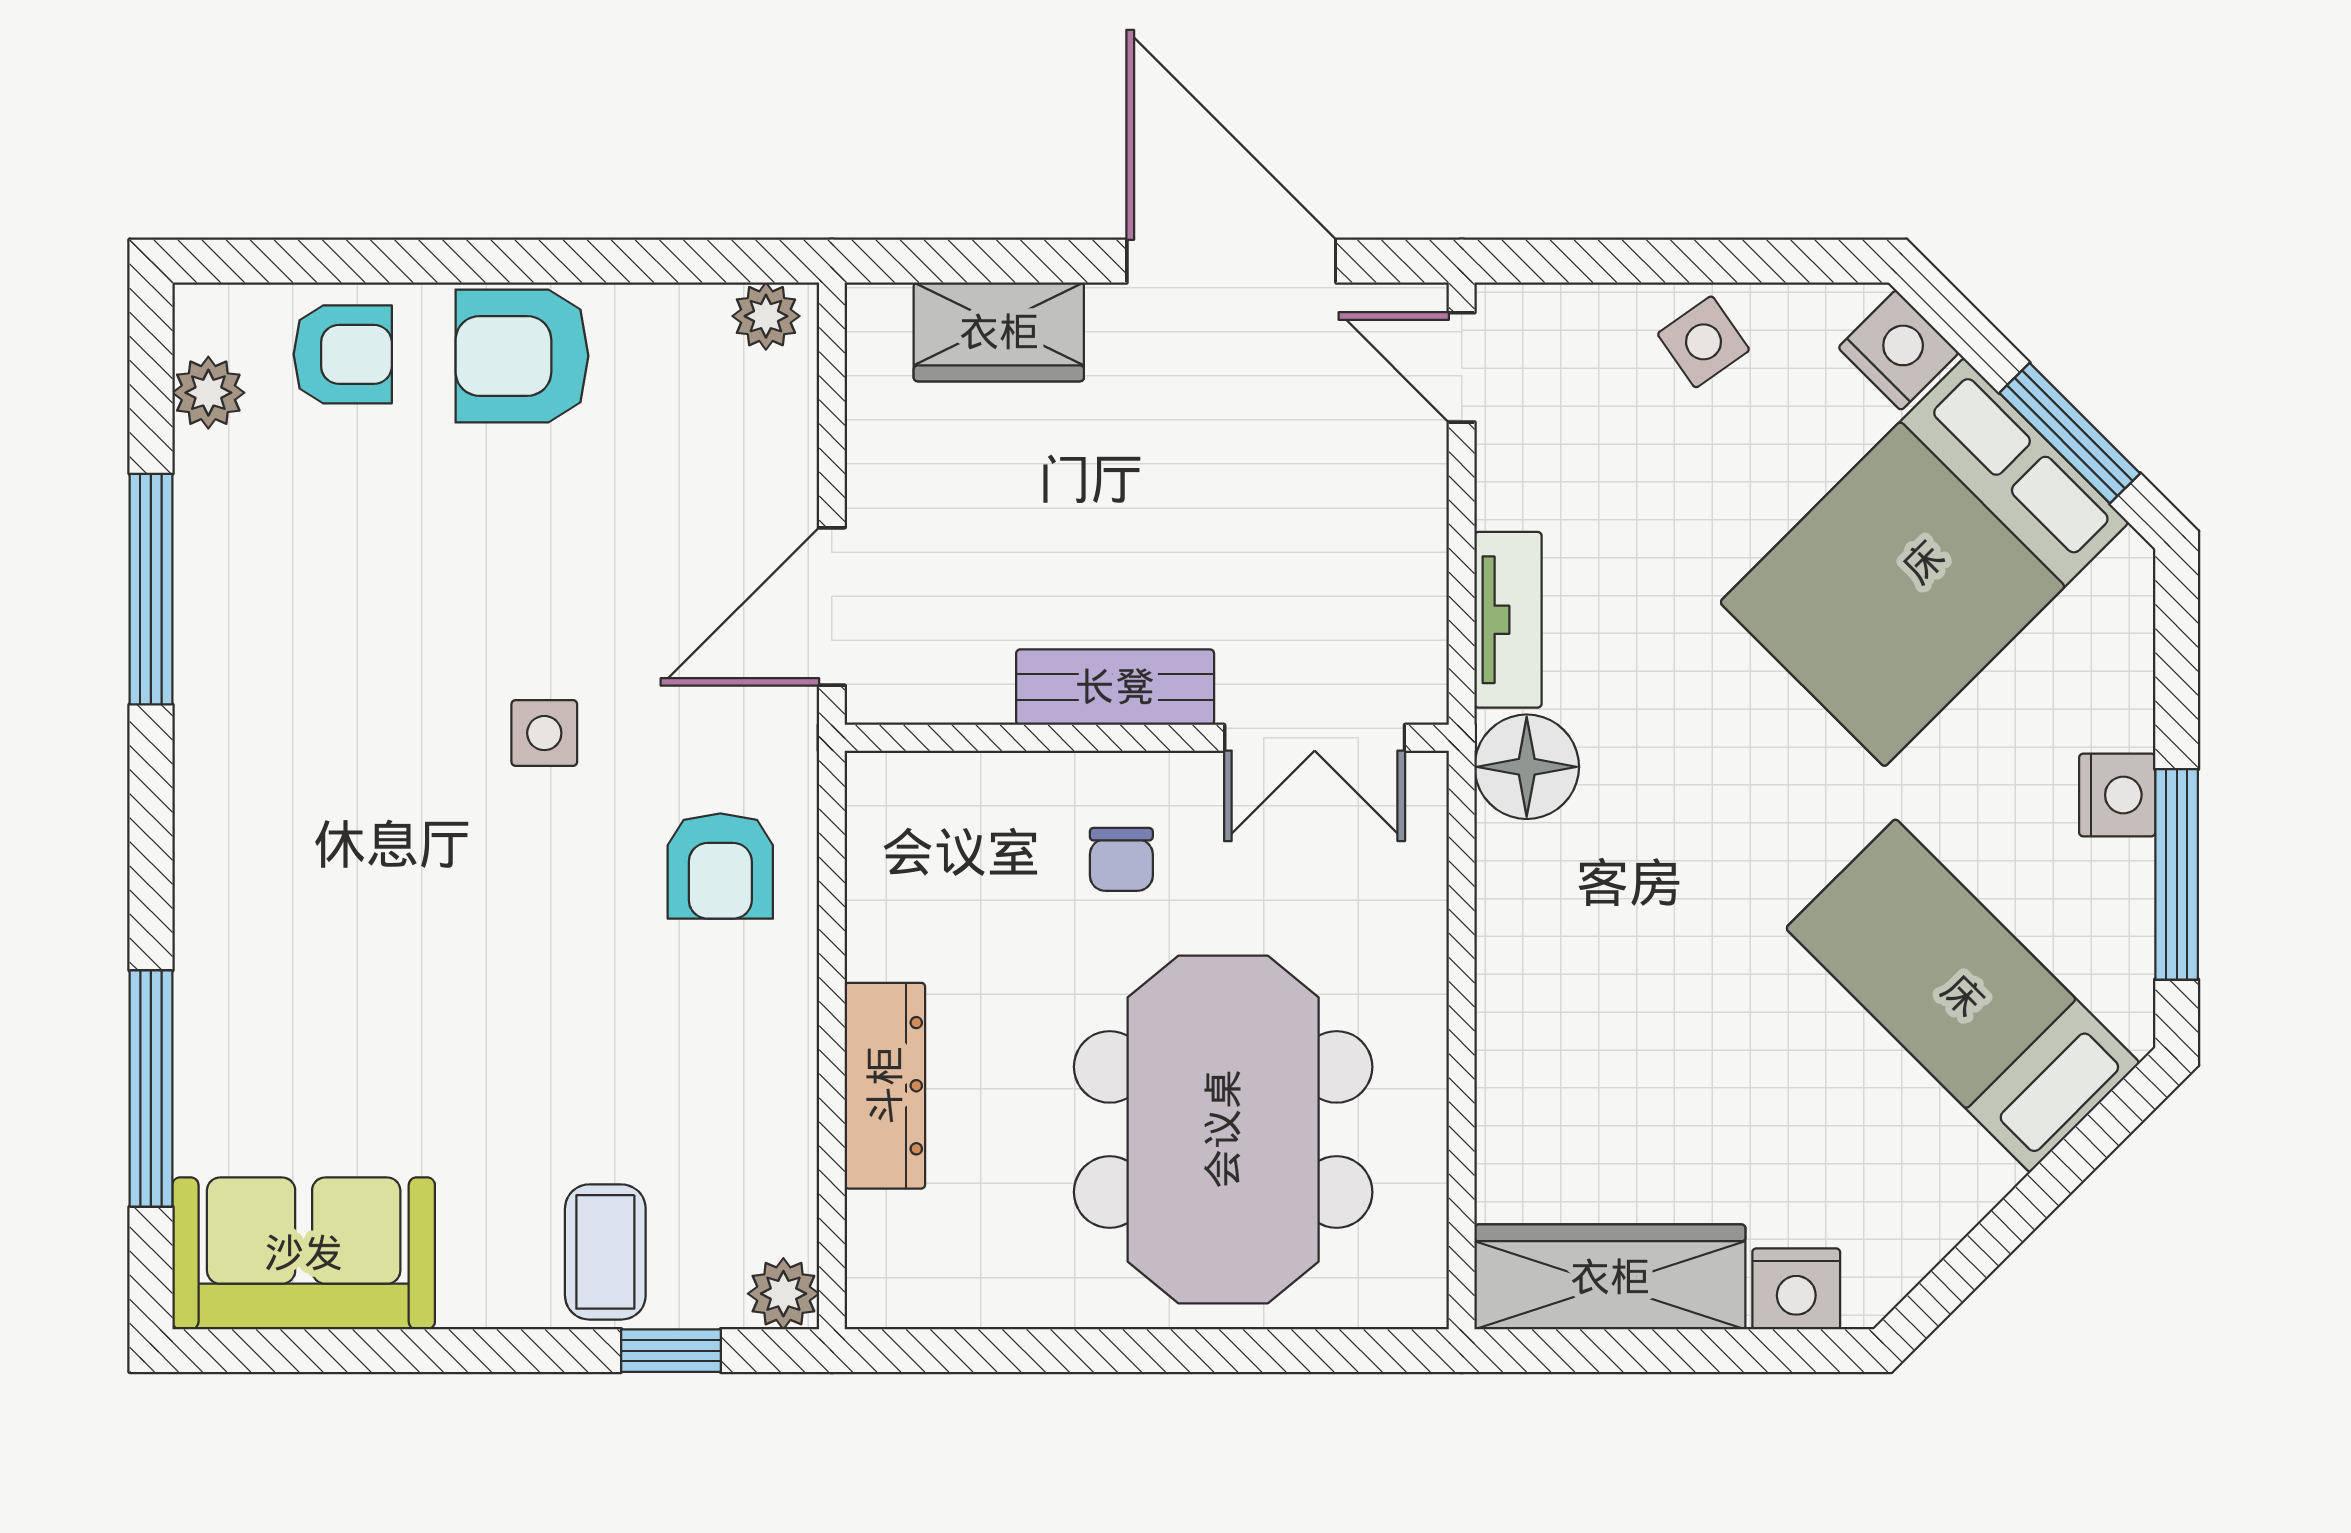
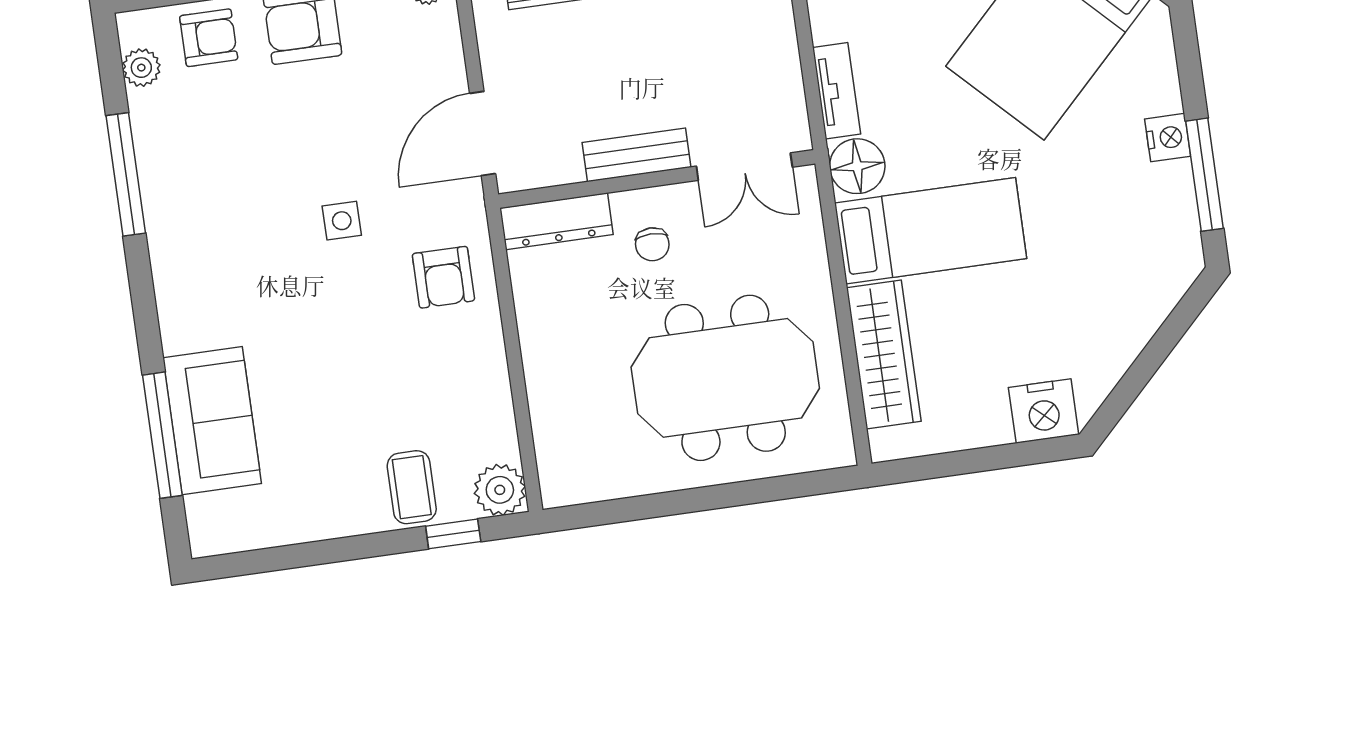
bed: (1963, 996) -> (931, 231), moved, turned 135
dresser: (885, 1086) -> (557, 221), moved, turned 90
meeting table: (1223, 1129) -> (725, 378), turned 90
sofa: (304, 1253) -> (212, 421), moved, turned 90
wardrobe: (1610, 1277) -> (884, 355), moved, turned 90
nightstand: (1796, 1289) -> (1044, 411), width x1.36, depth x1.33
plant: (783, 1294) -> (500, 490), width x1.38, depth x1.38

